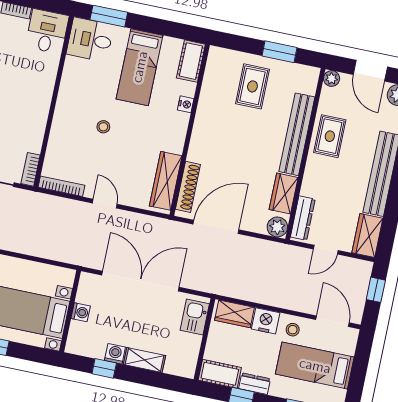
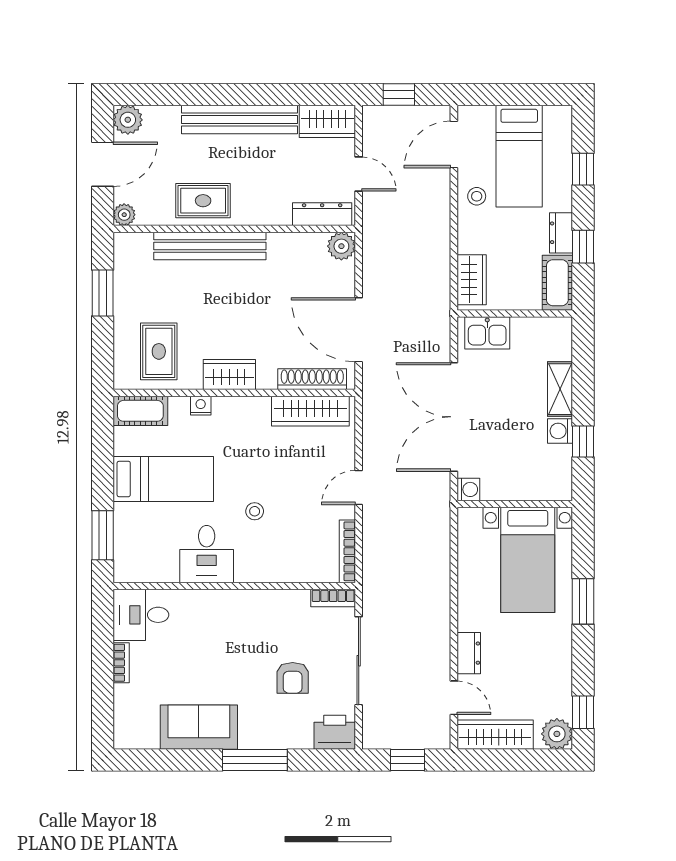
desk: (90, 40) -> (207, 554), moved
rug: (252, 86) -> (159, 351), moved, turned 90
wardrobe: (284, 193) -> (229, 375), moved, turned 180
washing machine: (81, 312) -> (468, 489), moved, turned 90
nightstand: (266, 321) -> (472, 235), removed

